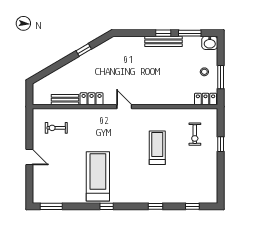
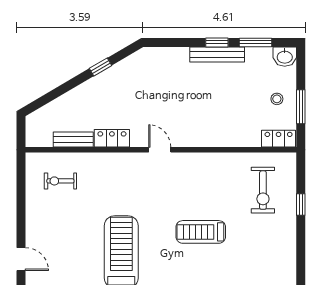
exercise bike: (195, 134) -> (263, 190), width x1.38, depth x1.39
treadmill: (157, 148) -> (201, 232), moved, turned -90
door: (29, 157) -> (21, 259), moved

